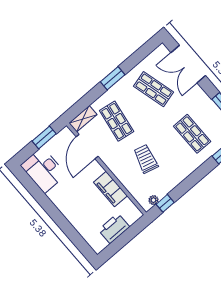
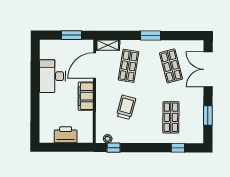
desk: (43, 170) -> (53, 76), moved
filing cabinet: (110, 189) -> (86, 96), moved

